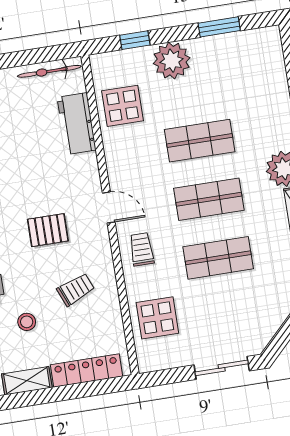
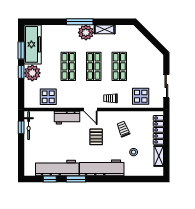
window: (135, 40) -> (21, 72), moved
freezer: (237, 51) -> (33, 44), added
window: (42, 55) -> (21, 127), added
workbench: (77, 124) -> (67, 118), moved
door: (109, 207) -> (90, 110), swing flipped
sliding door: (222, 368) -> (166, 86), moved

